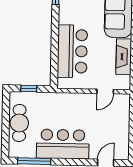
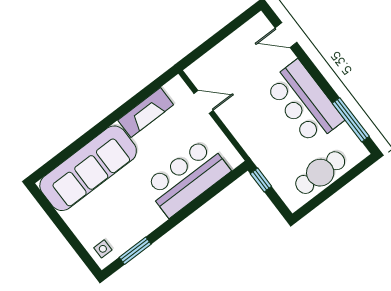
window: (29, 89) -> (261, 180), moved

